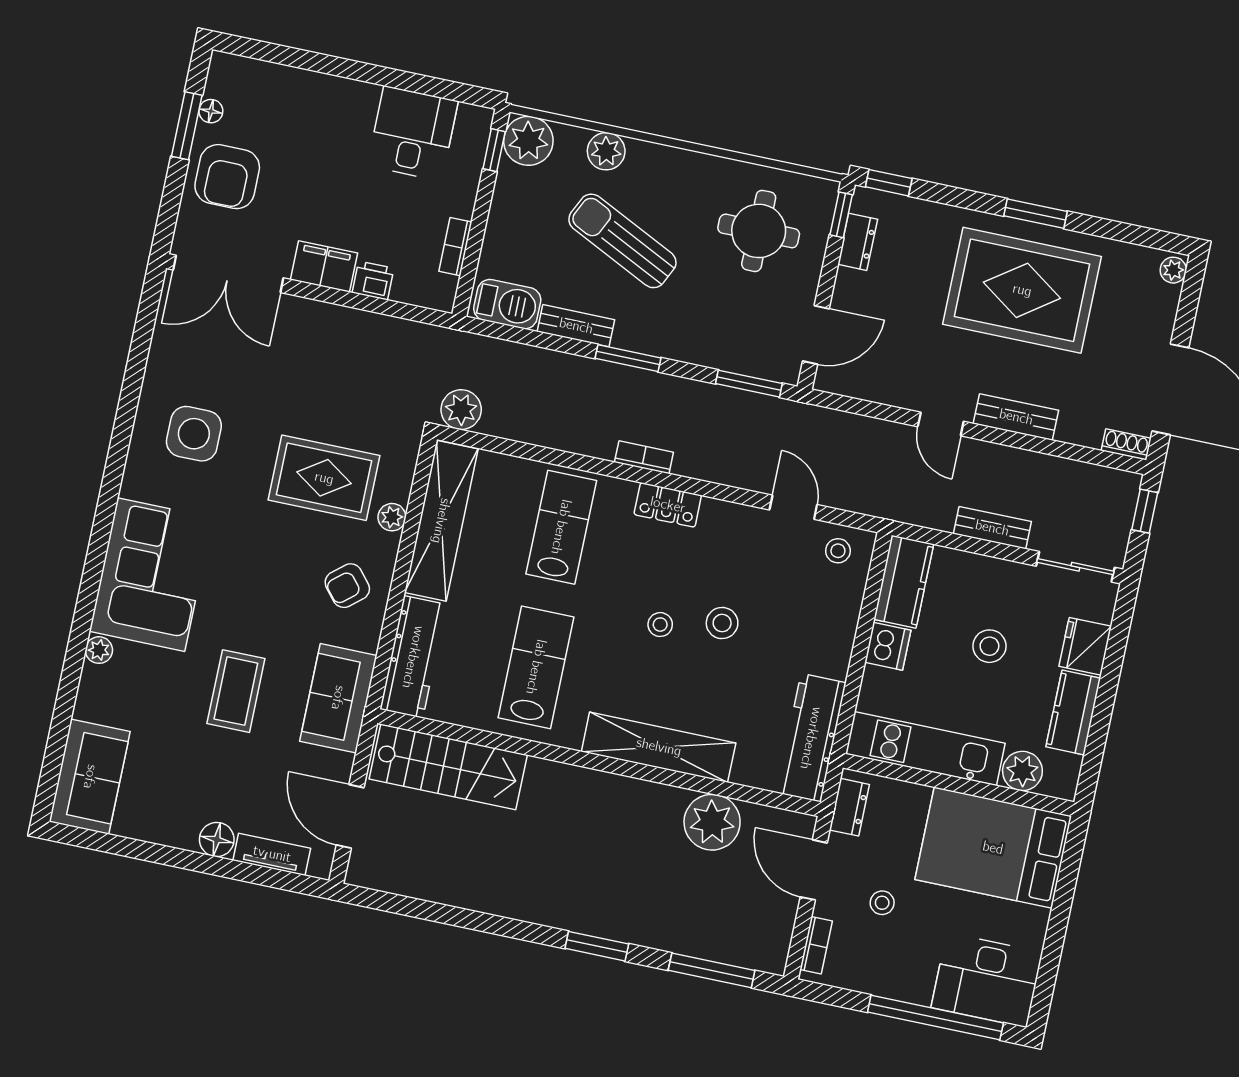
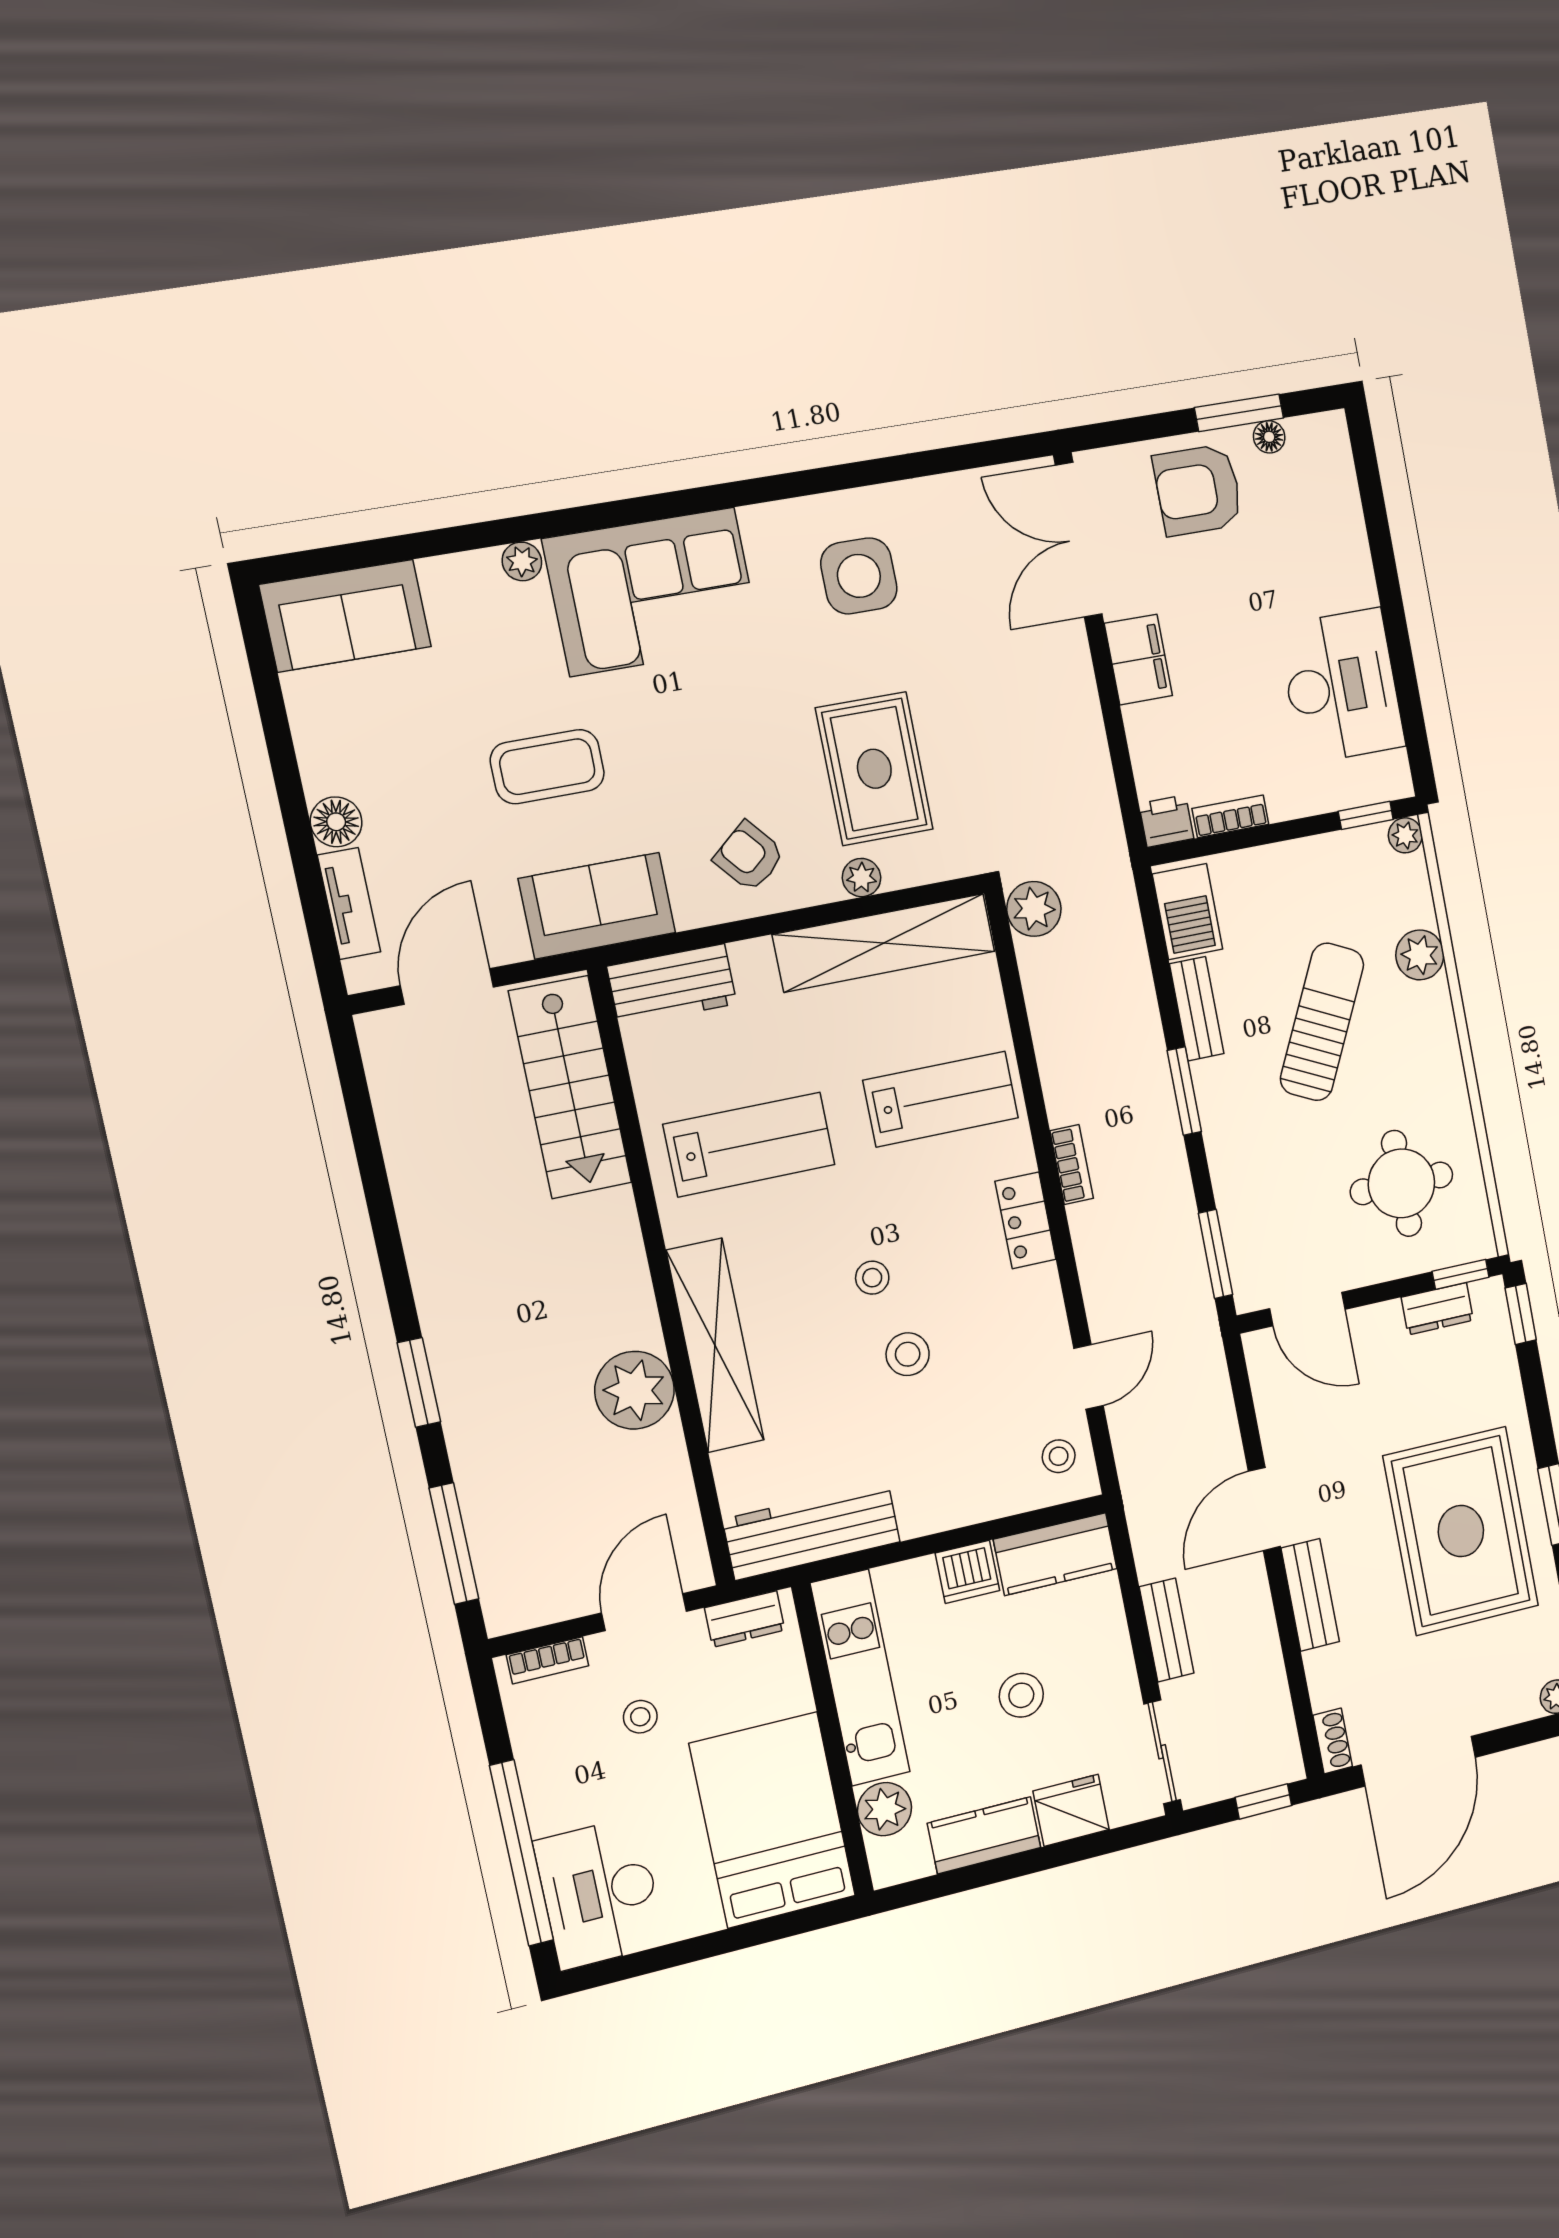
desk: (413, 133) -> (1341, 686), width x1.37
plant: (528, 141) -> (1405, 835), width x0.53, depth x0.53
printer: (373, 281) -> (1166, 821), moved, turned -90
door: (941, 424) -> (1264, 1509), width x1.38
workbench: (413, 657) -> (672, 985), width x0.73
plant: (712, 822) -> (634, 1390), moved

